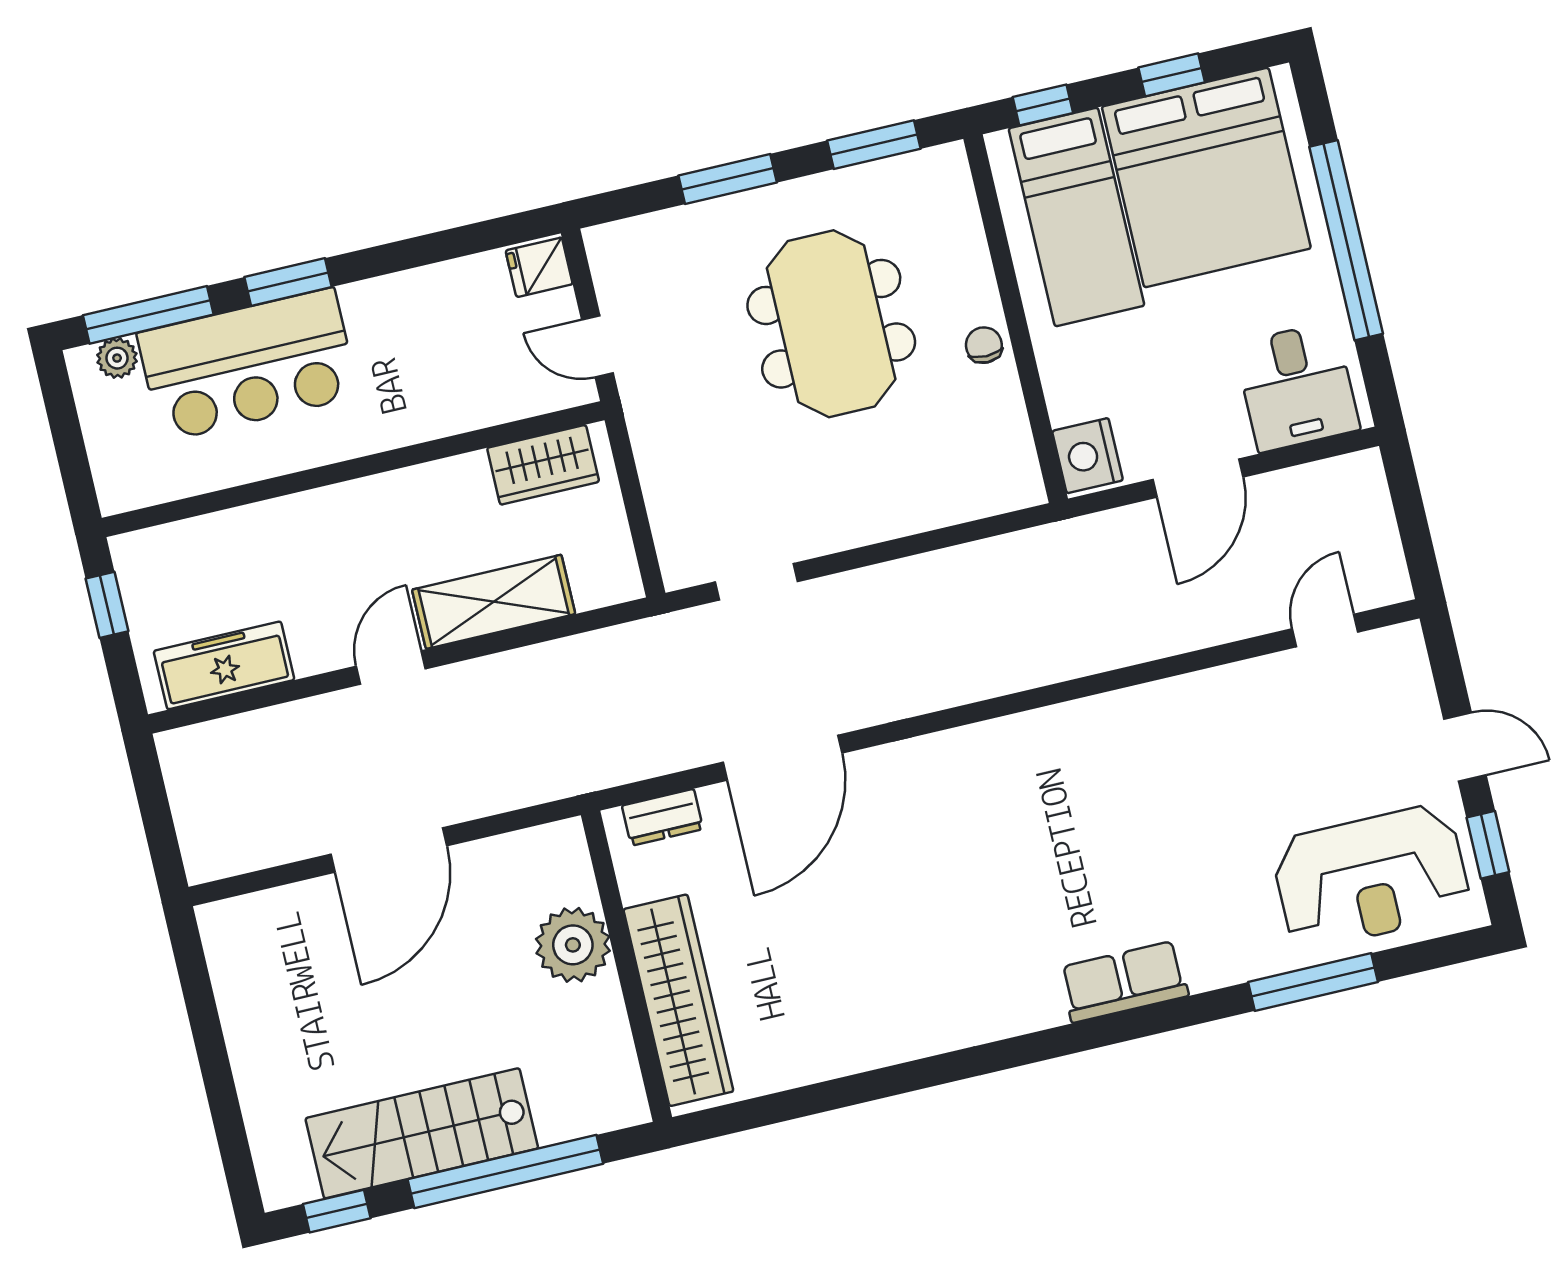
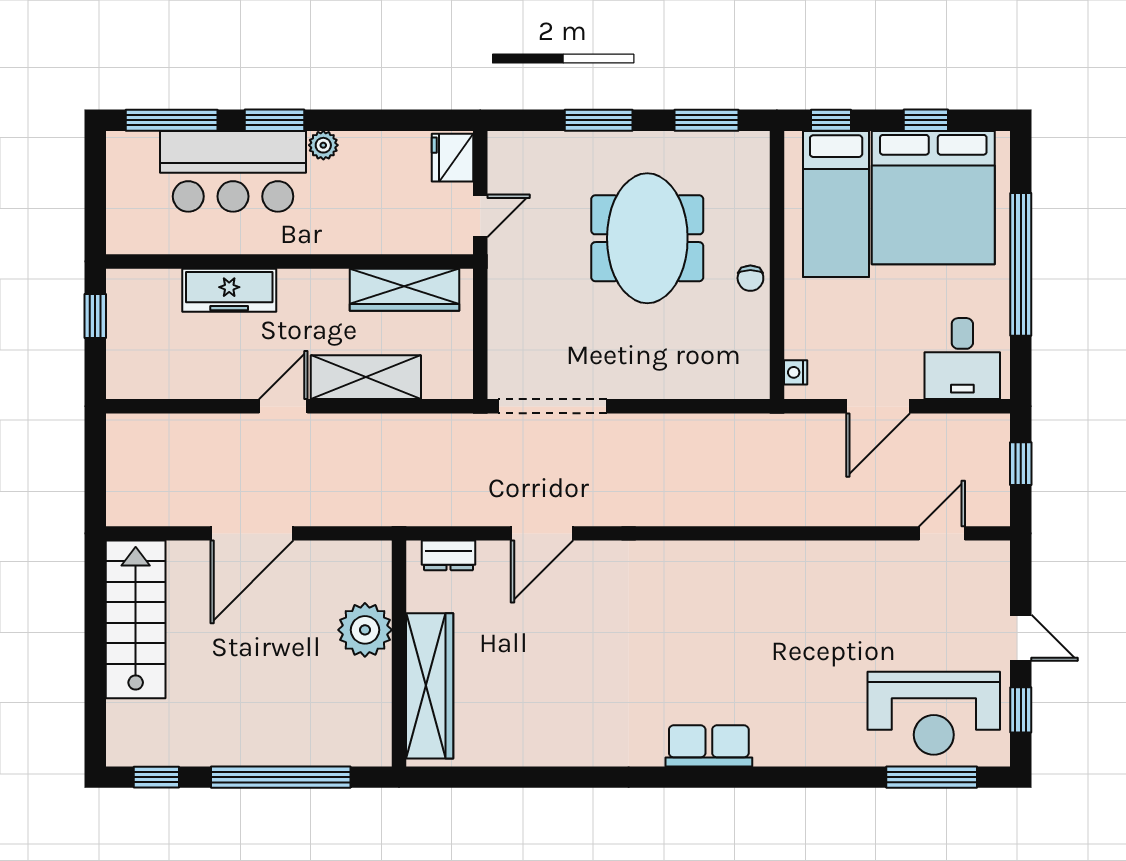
fridge: (539, 267) -> (452, 158), width x1.38
chair: (984, 345) -> (750, 278), turned 180
door: (597, 346) -> (480, 216), swing flipped
plant: (117, 358) -> (323, 145), moved
nightstand: (1088, 456) -> (796, 372), width x0.53, depth x0.56
wardrobe: (543, 465) -> (405, 290), width x1.50
window: (1410, 511) -> (1021, 464), added
doorway: (756, 582) -> (553, 406), width x1.88
freezer: (224, 665) -> (229, 290), moved, turned 180
door: (782, 758) -> (542, 533), width x0.73
row of seats: (1124, 982) -> (709, 746), moved
window: (1313, 982) -> (932, 777), moved
stairs: (422, 1133) -> (136, 619), moved, turned 90

